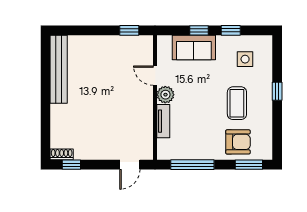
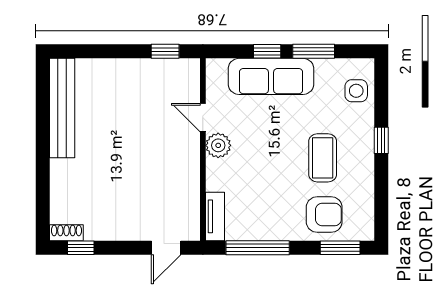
window: (231, 30) -> (314, 51), width x1.50
sofa: (194, 47) -> (271, 76), width x1.36
side table: (245, 59) -> (356, 91), moved
tv unit: (163, 121) -> (215, 216), moved

